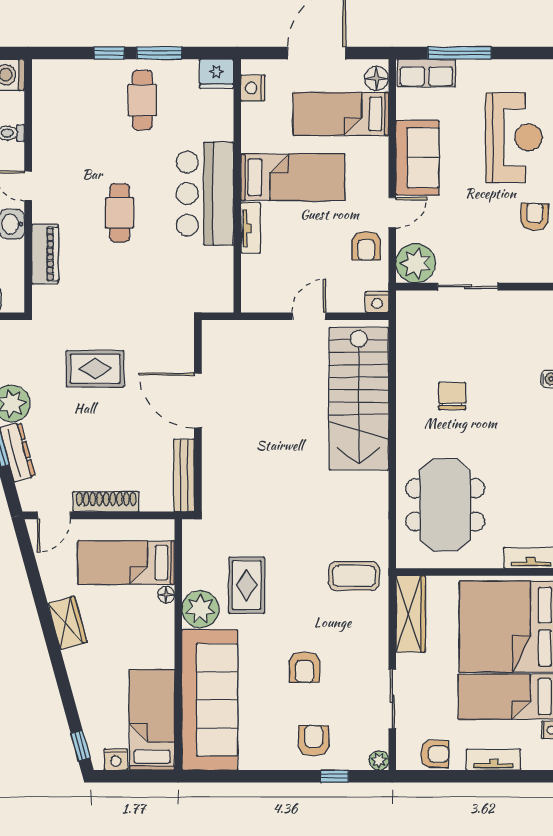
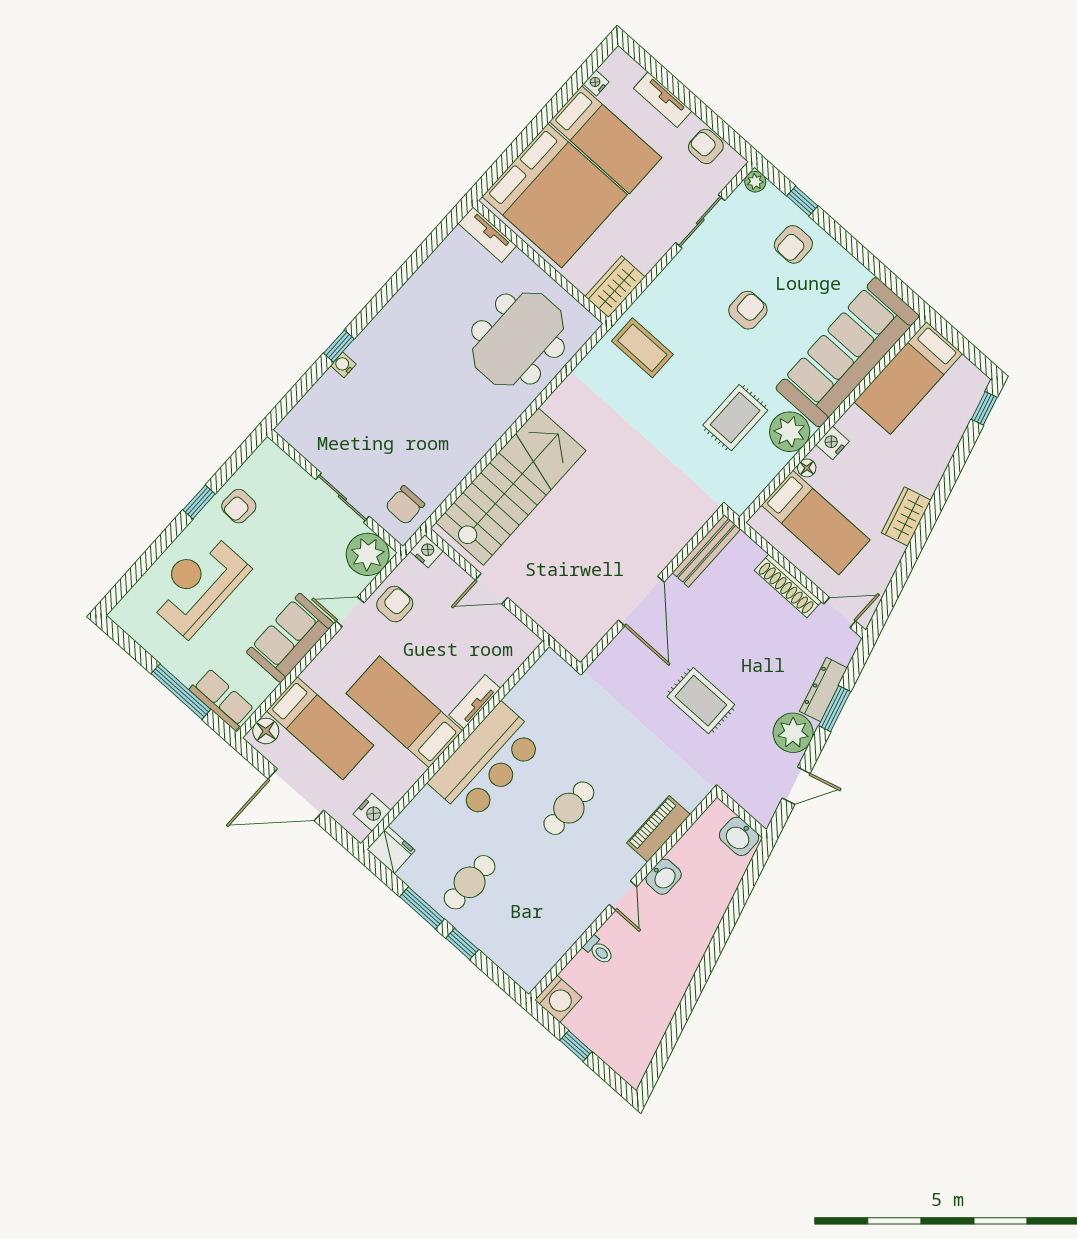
chair: (452, 396) -> (405, 505), moved
wardrobe: (411, 614) -> (615, 287), width x0.67
nightstand: (116, 759) -> (832, 443), moved, turned -90

